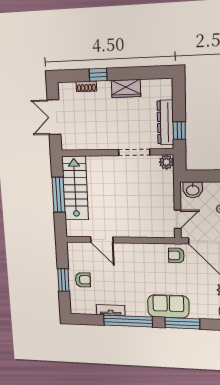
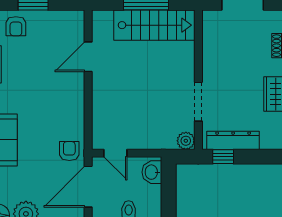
armchair: (83, 280) -> (16, 26), moved

